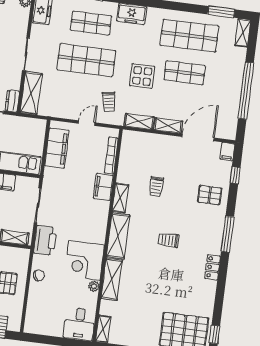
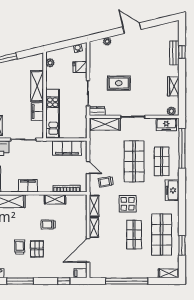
window: (221, 12) -> (182, 245), moved
door: (198, 137) -> (88, 250), swing flipped
filing cabinet: (103, 187) -> (28, 186), moved
pallet: (210, 195) -> (37, 249), moved
shelving: (120, 198) -> (55, 199), moved
trolley: (168, 240) -> (20, 247), moved

